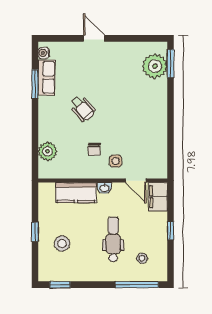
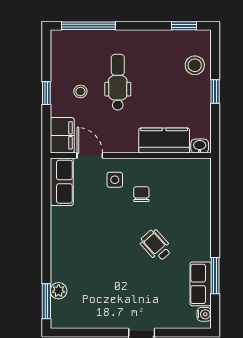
plant: (155, 66) -> (59, 291), width x0.53, depth x0.53
plant: (47, 151) -> (200, 192), removed
row of seats: (158, 159) -> (62, 182), added
washbasin: (104, 188) -> (200, 146), moved
dental chair: (113, 239) -> (118, 82), turned 180
stool: (62, 244) -> (195, 65), moved
stool: (142, 258) -> (80, 91), moved

